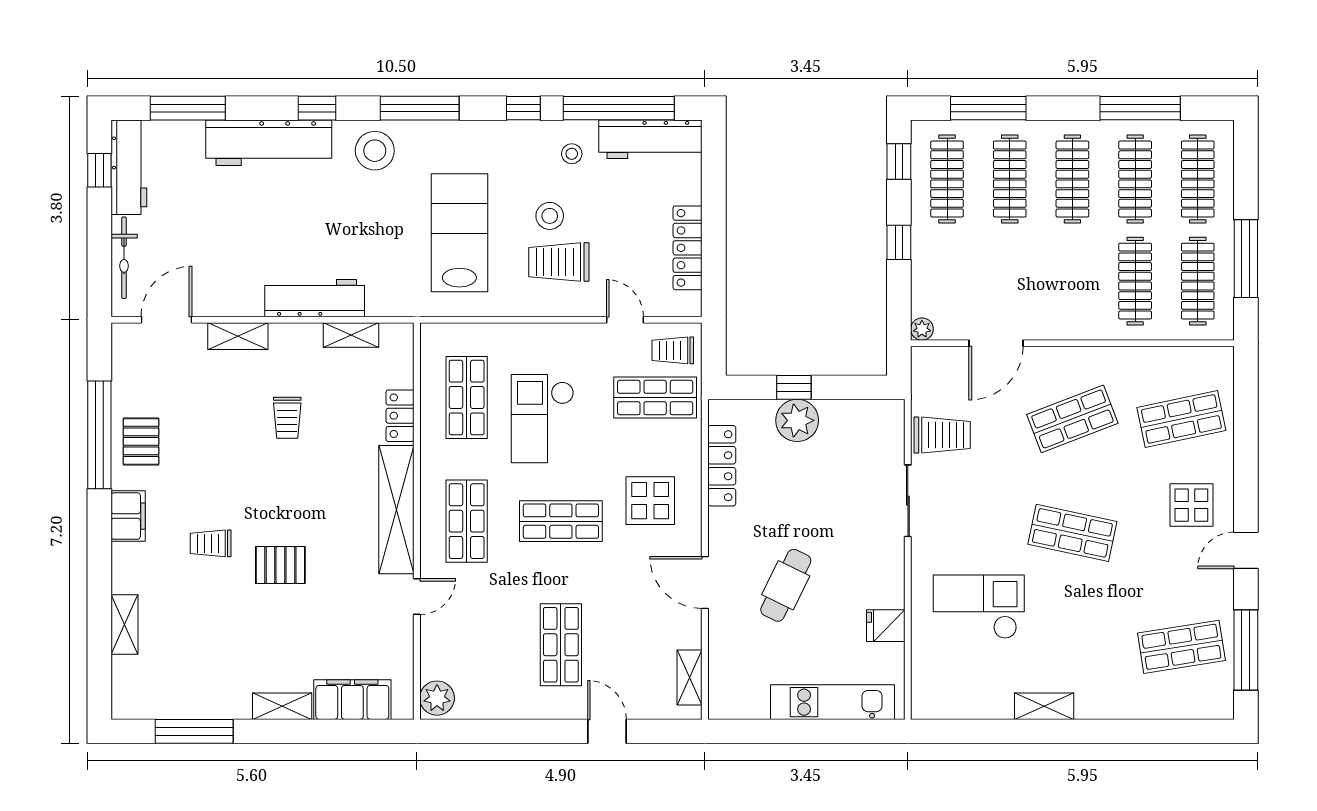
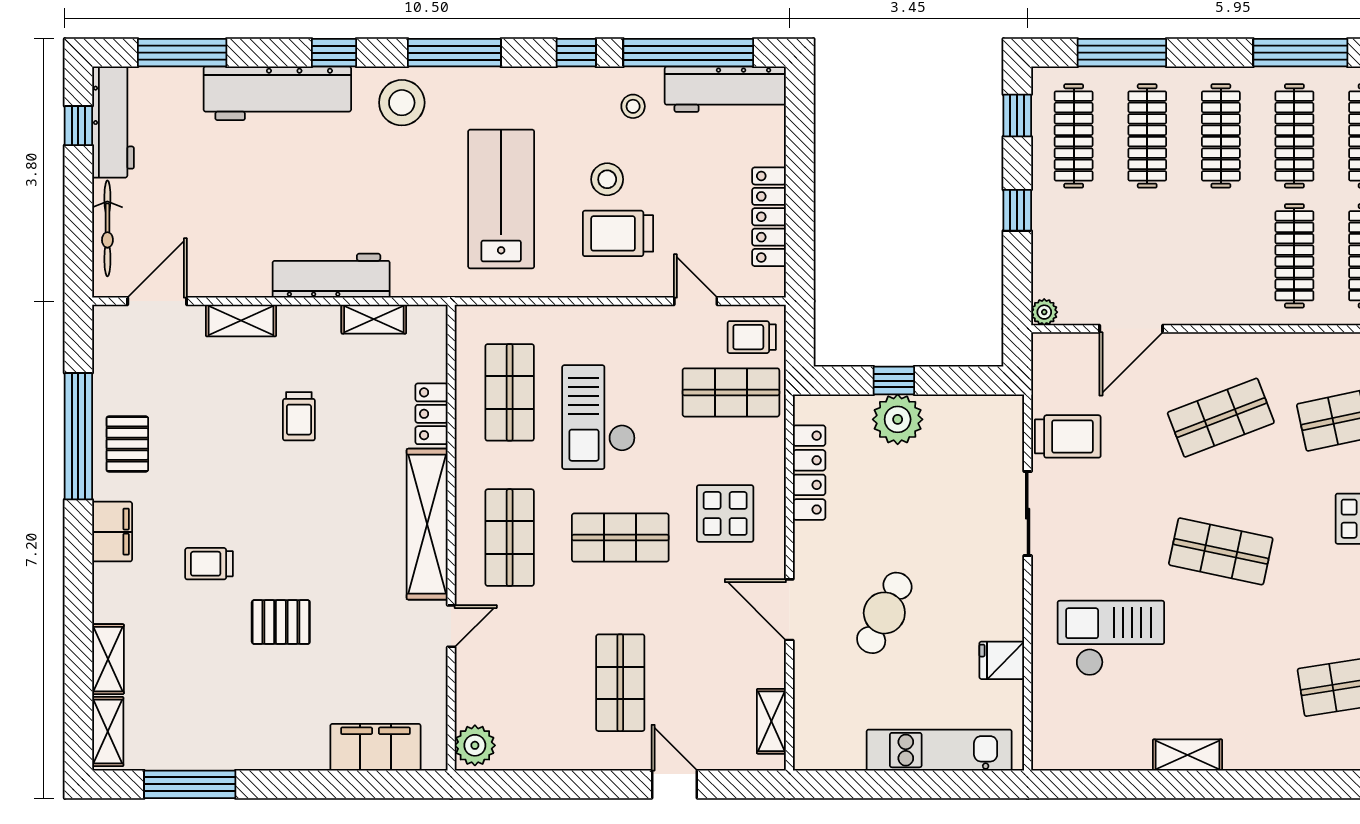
pallet: (280, 565) -> (281, 622), moved
shelving: (282, 706) -> (108, 732), moved, turned 90

